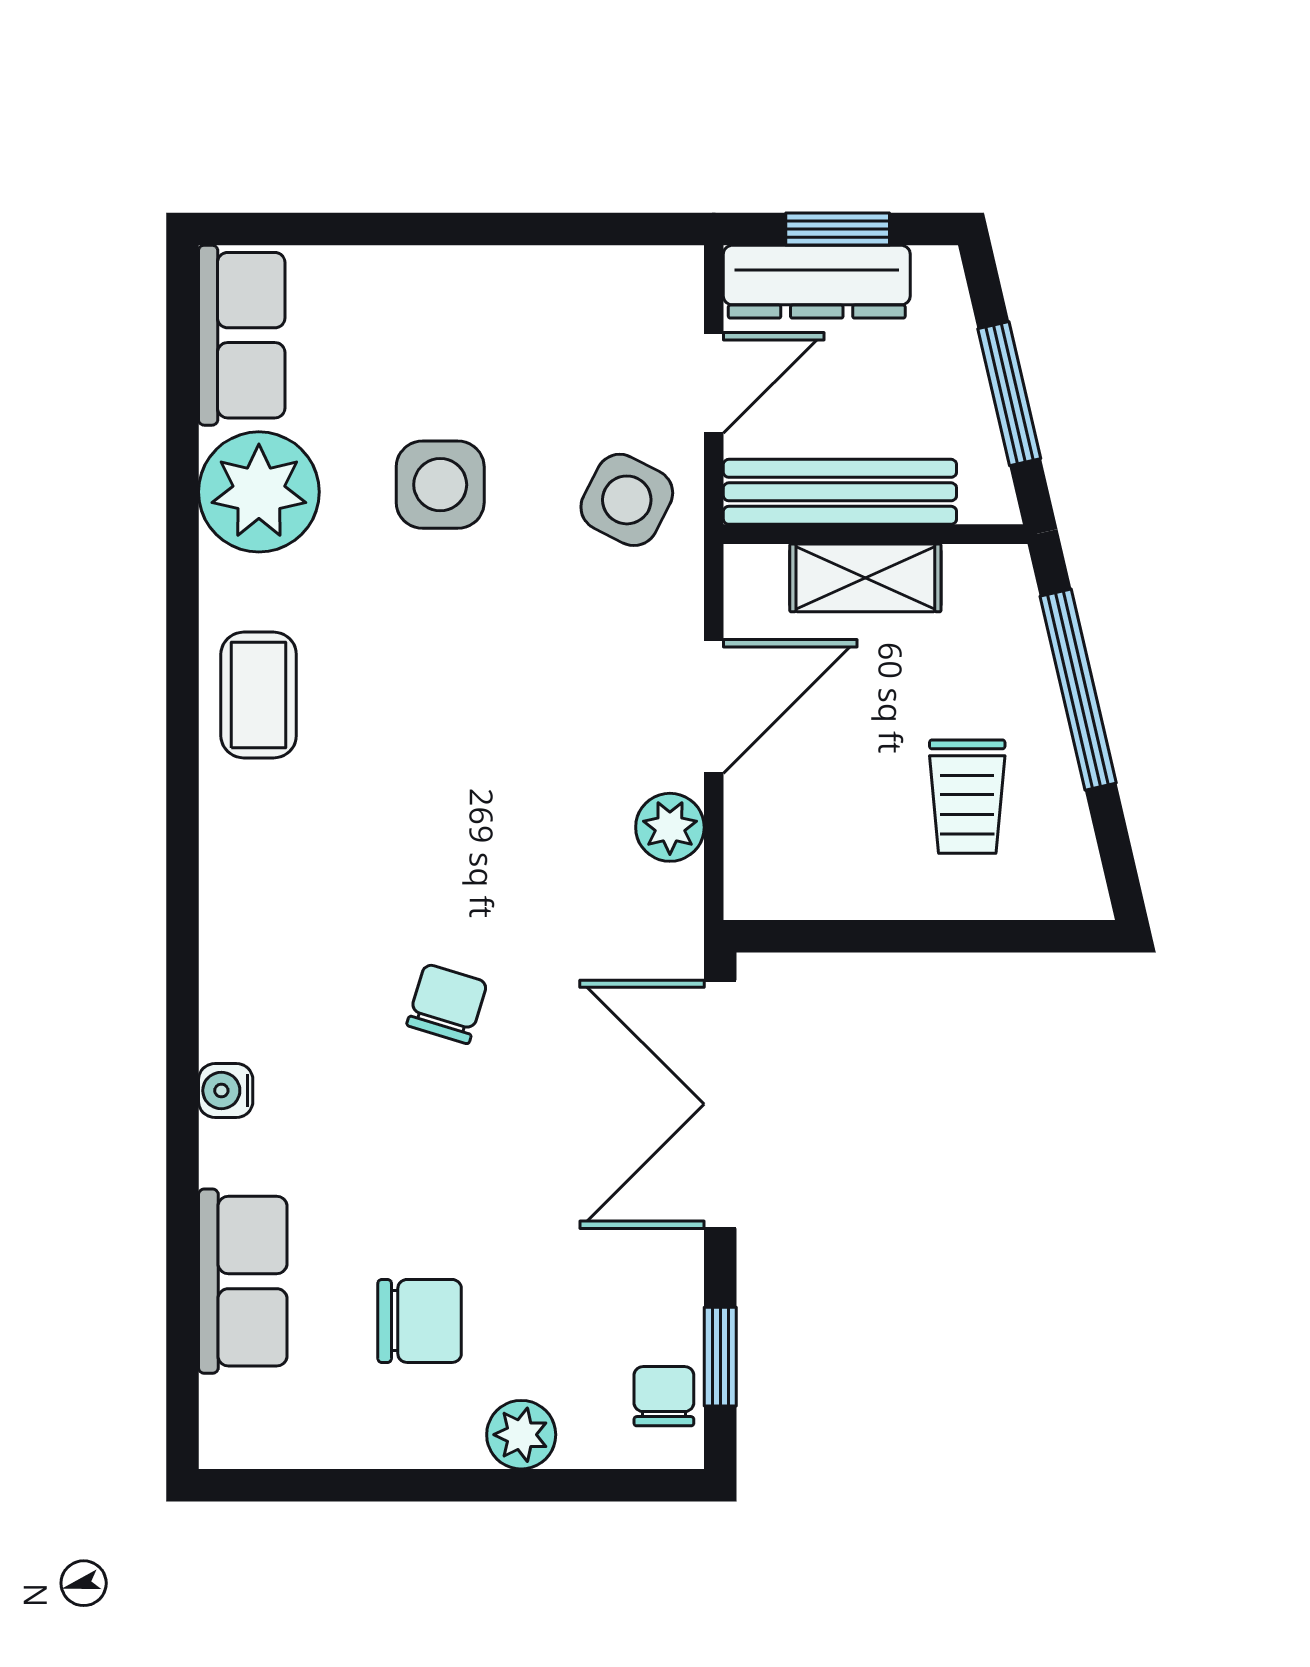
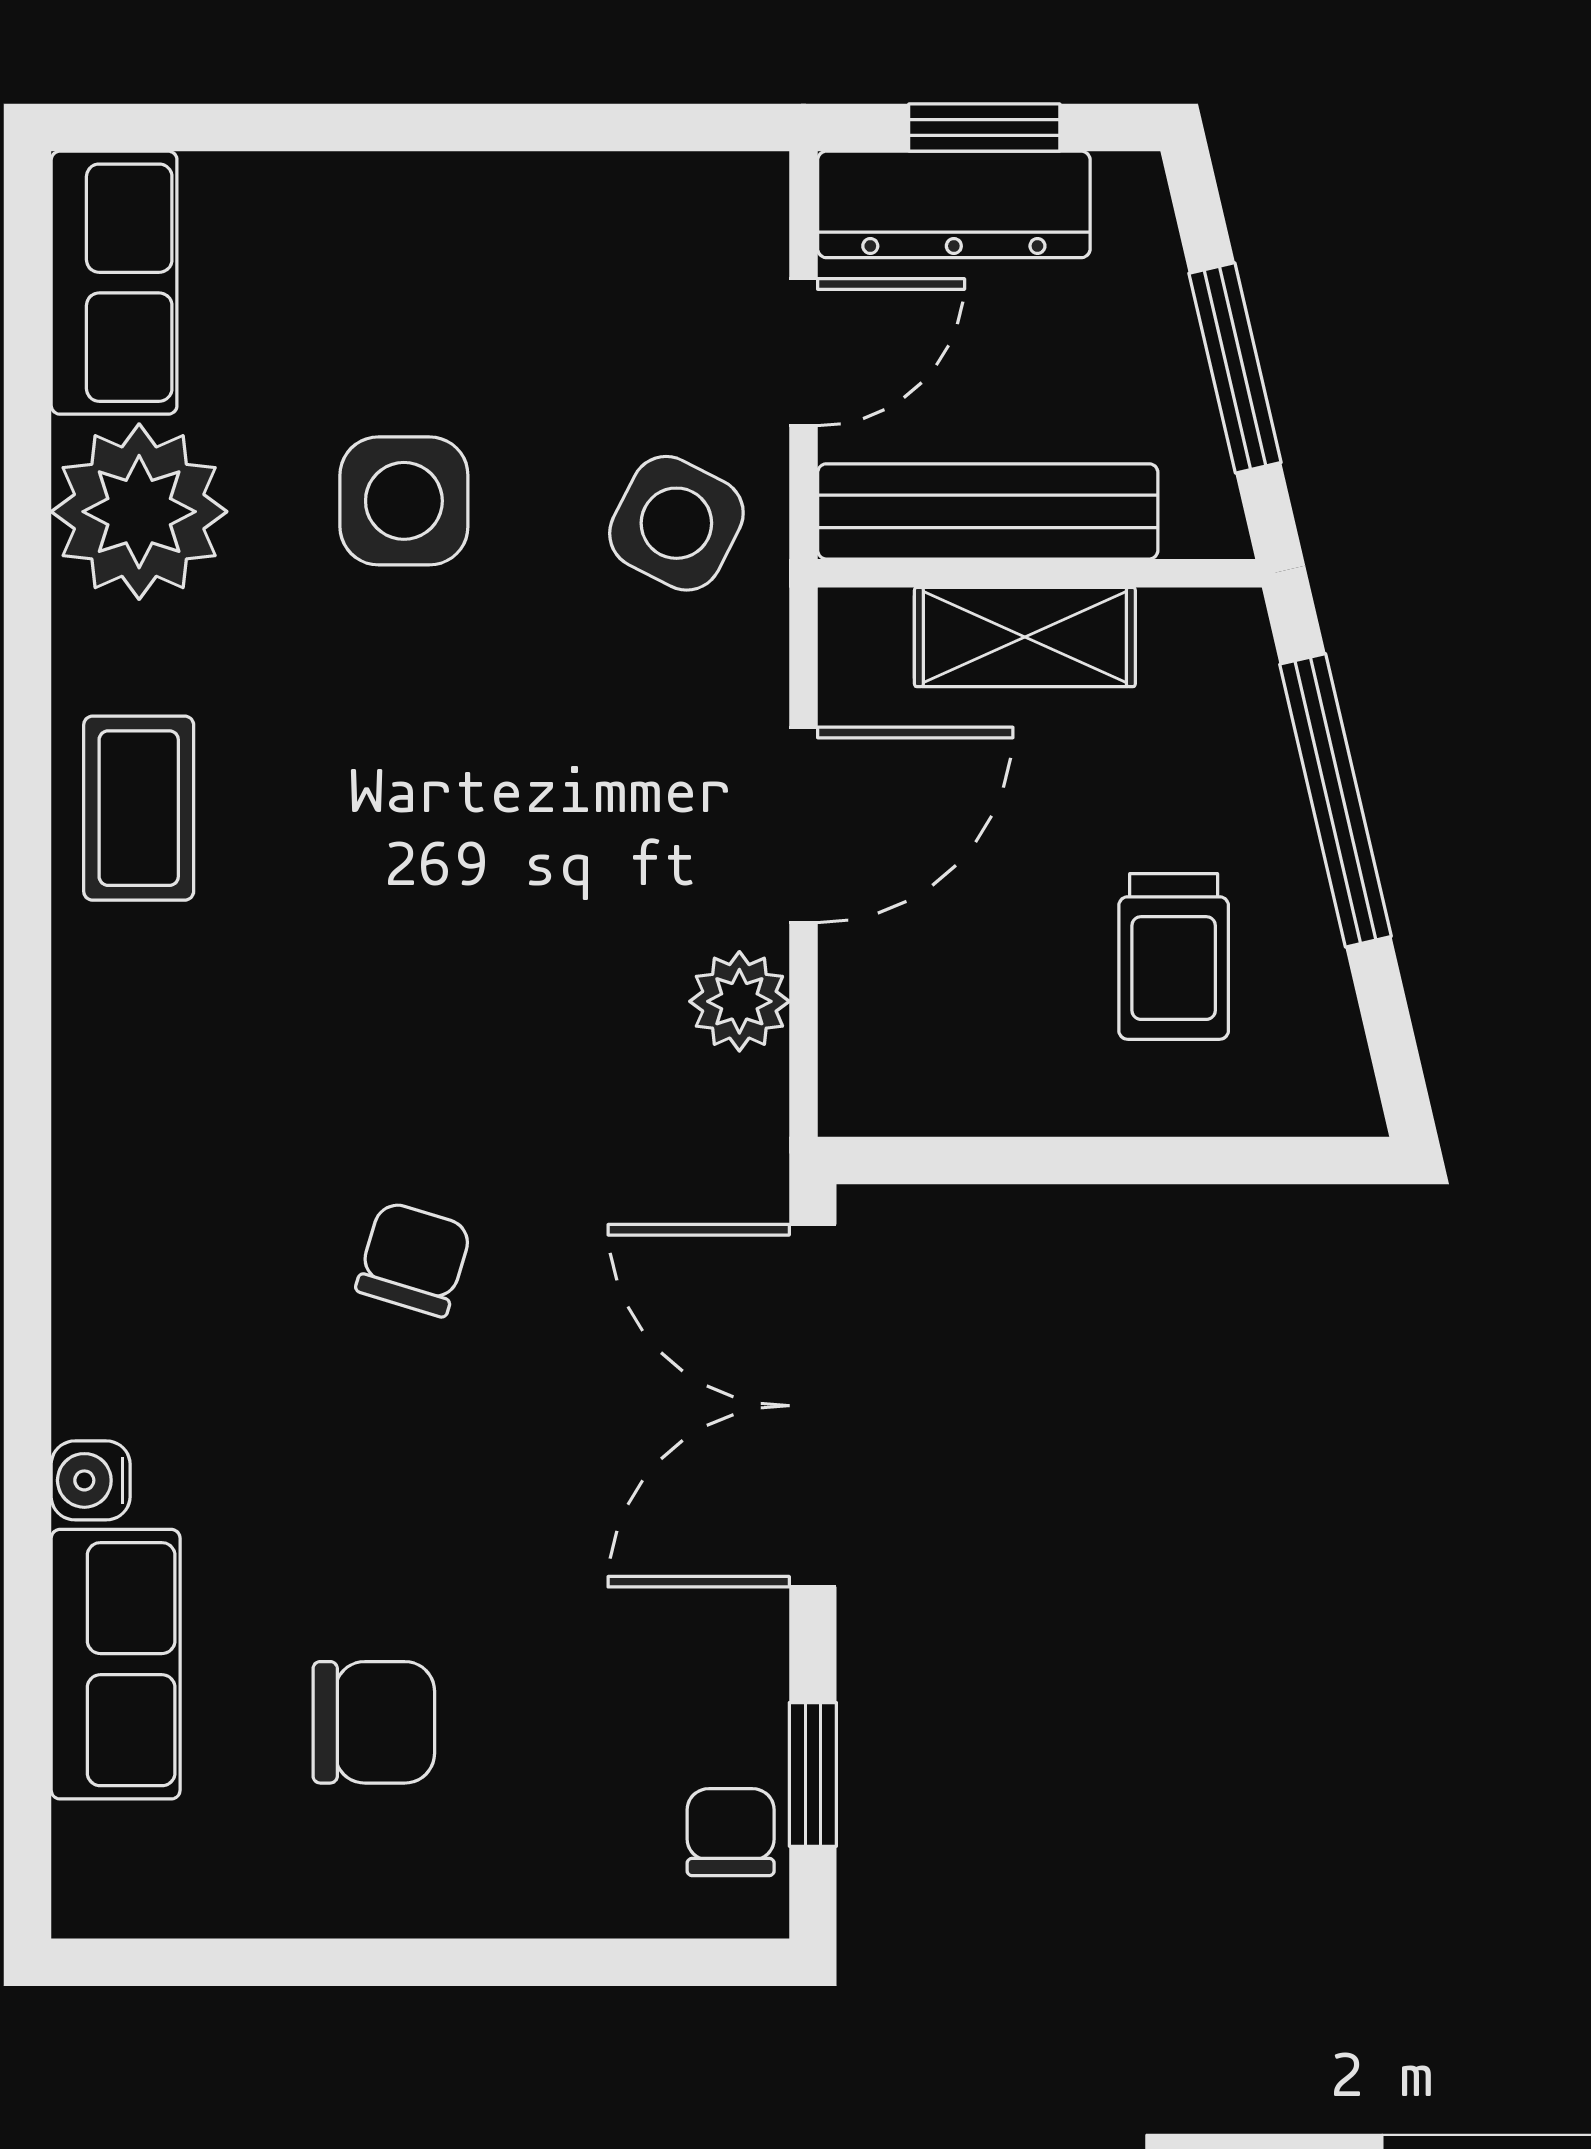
water cooler: (226, 1091) -> (91, 1480), moved
plant: (521, 1435) -> (522, 1888), removed

